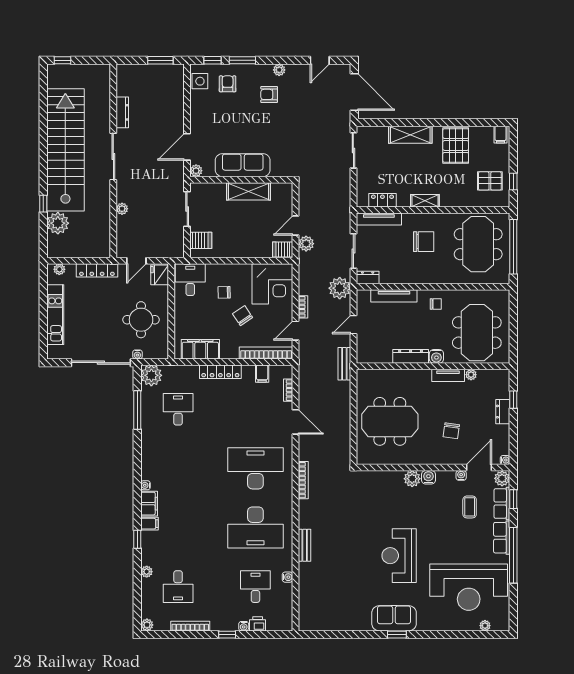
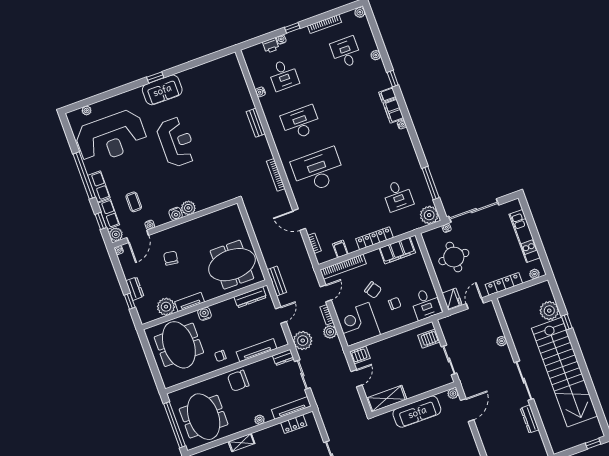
shelving: (248, 191) -> (387, 399), moved
shelving: (425, 201) -> (242, 443), moved
plant: (418, 219) -> (259, 420), added
chair: (424, 242) -> (238, 381), moved
plant: (306, 244) -> (330, 332), moved
dresser: (411, 356) -> (250, 297), moved
plant: (471, 375) -> (166, 307), width x1.87, depth x1.87
meeting table: (390, 421) -> (232, 265), moved
desk: (255, 468) -> (318, 170), turned 180
desk: (255, 527) -> (301, 123), width x0.73, depth x0.77
reception desk: (469, 587) -> (111, 137), turned 180

